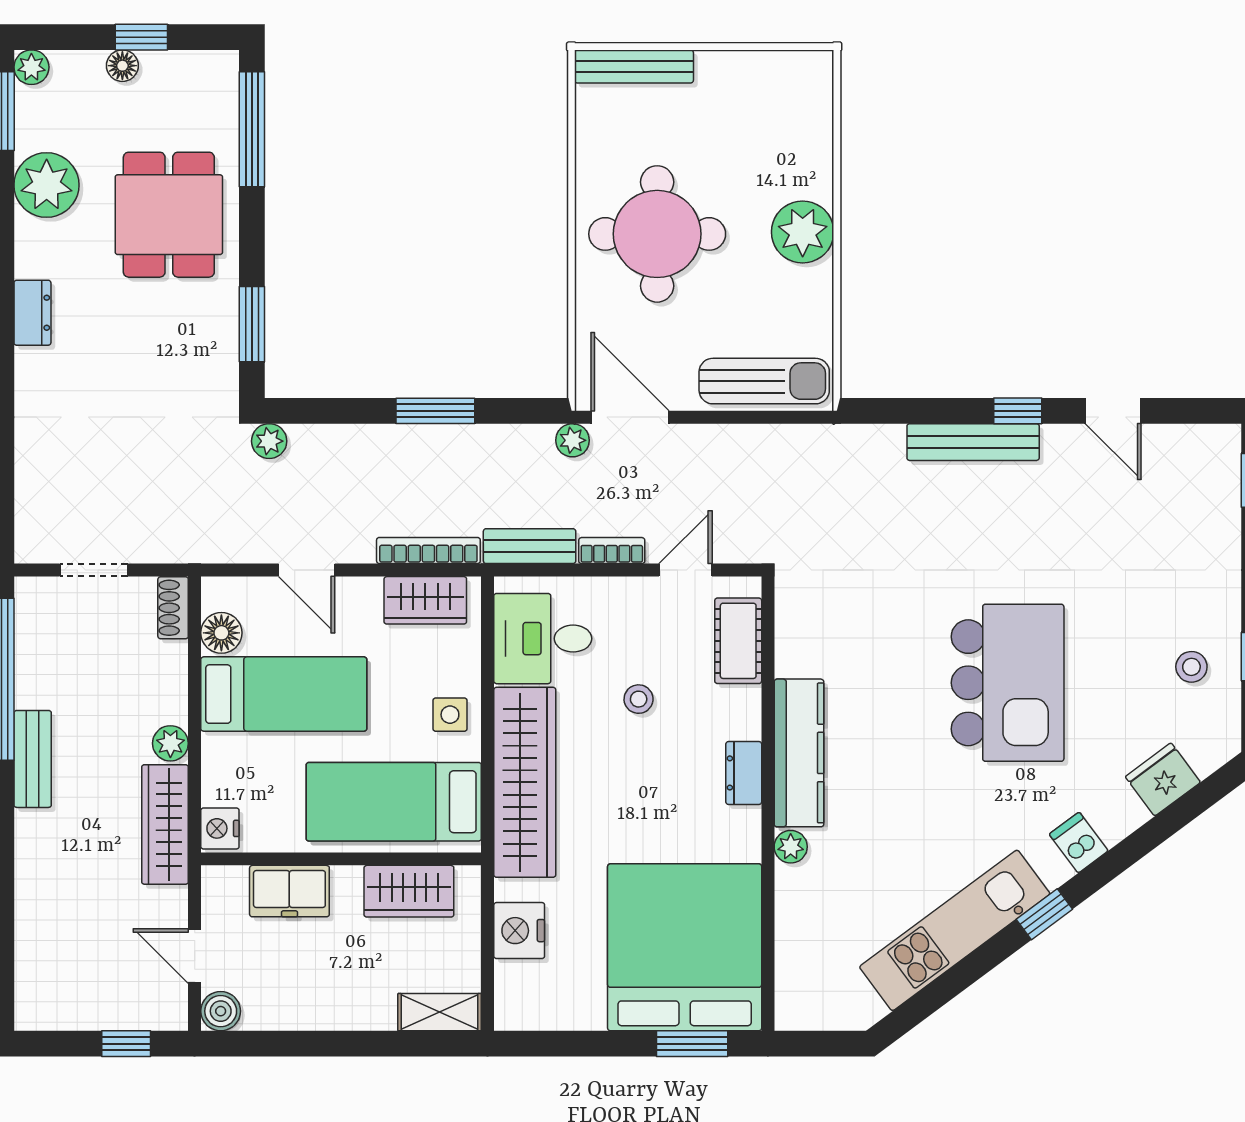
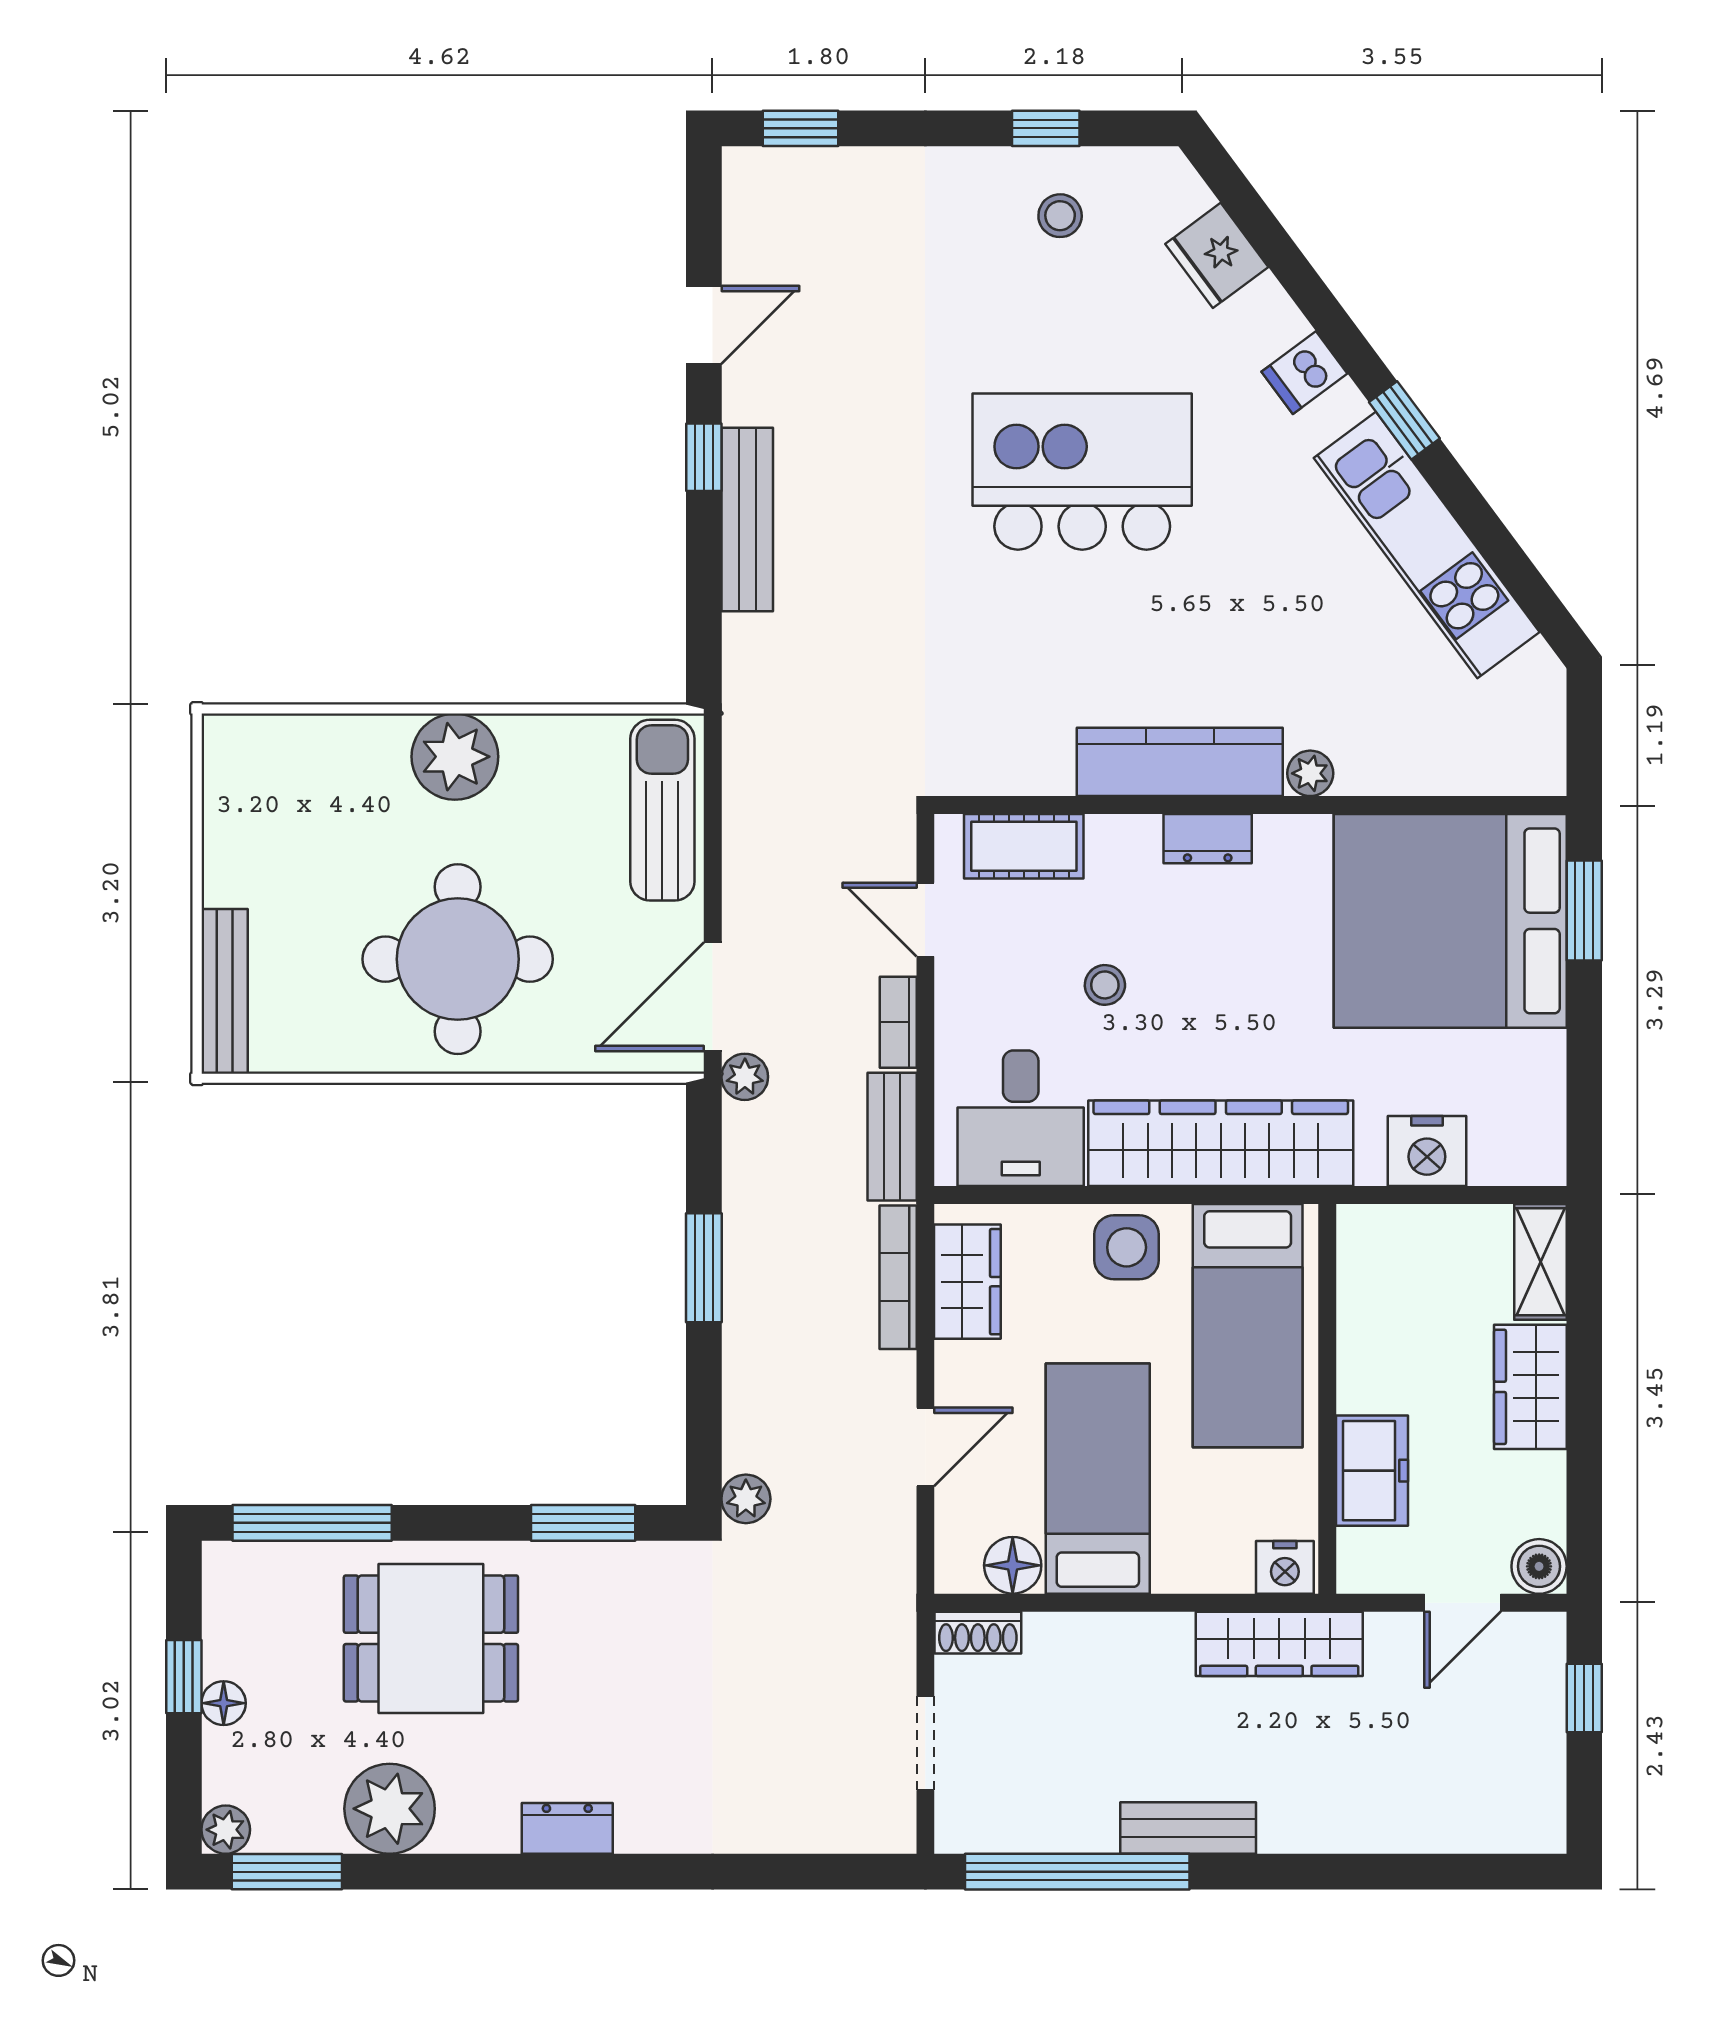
side table: (450, 715) -> (1127, 1247), width x1.37, depth x1.37
plant: (170, 743) -> (1166, 1636), removed
wardrobe: (409, 891) -> (1530, 1387), moved, turned 180

